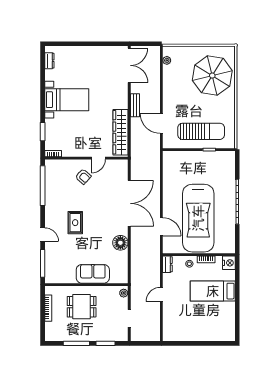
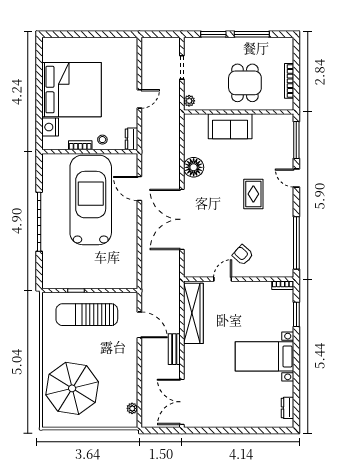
nightstand: (229, 263) -> (50, 127), moved
bed: (213, 291) -> (72, 90), width x2.04
dining table: (82, 307) -> (245, 83), turned 90

